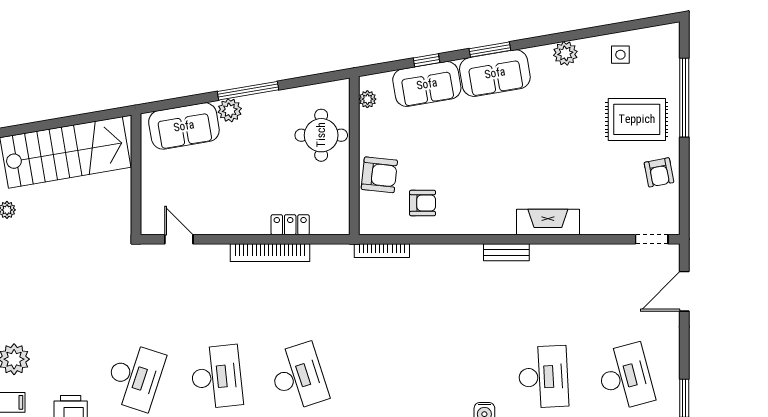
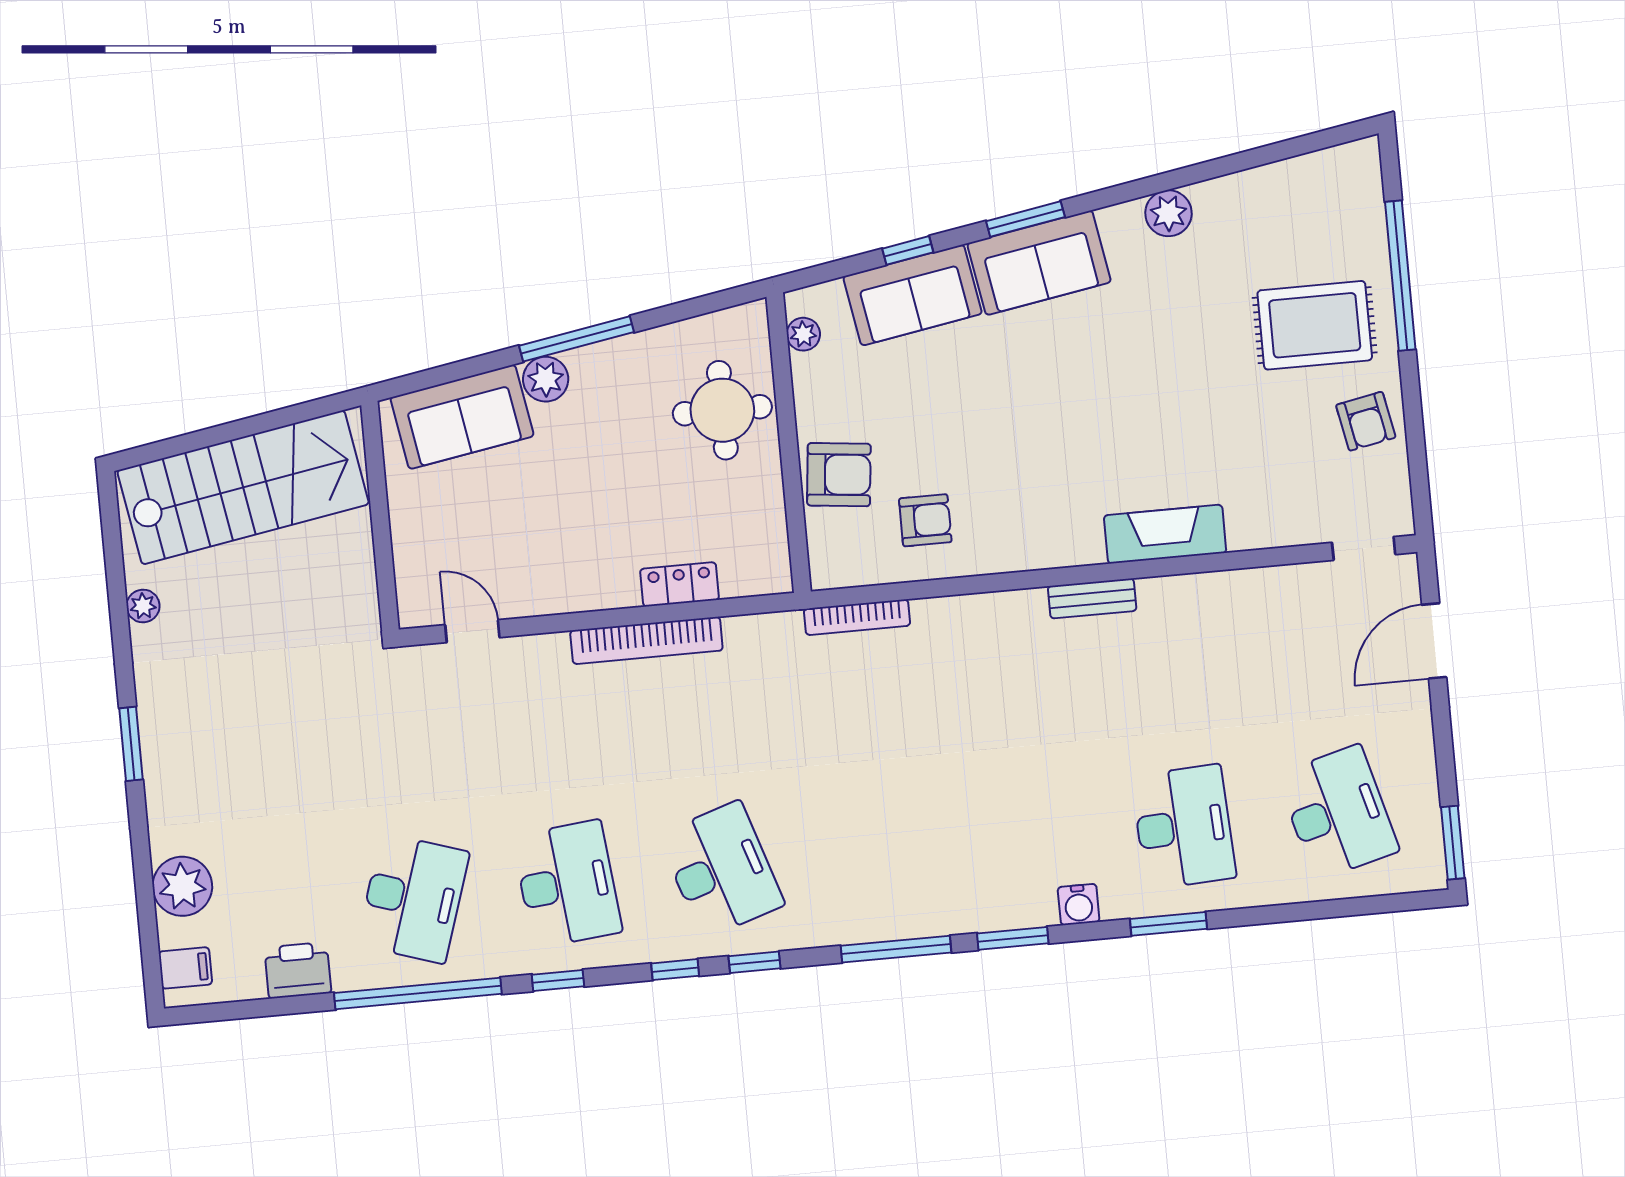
side table: (620, 55) -> (1273, 206), removed

